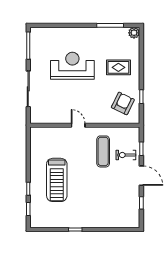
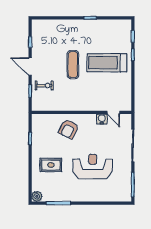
reception desk: (72, 66) -> (93, 166), turned 180
armchair: (123, 103) -> (69, 129), moved
water cooler: (62, 118) -> (102, 119), added
door: (78, 125) -> (113, 112), moved
exercise mat: (103, 151) -> (73, 65), moved
treadmill: (57, 180) -> (107, 63), turned -90

